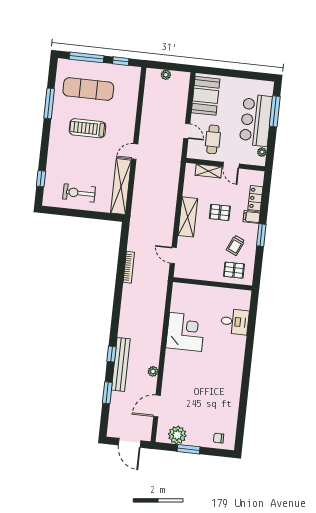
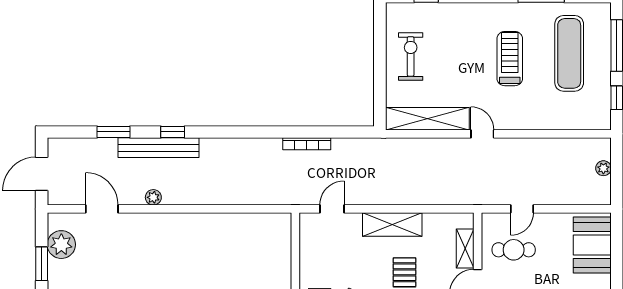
booth: (206, 96) -> (592, 245), moved, turned 90
corner desk: (185, 332) -> (218, 240), removed

